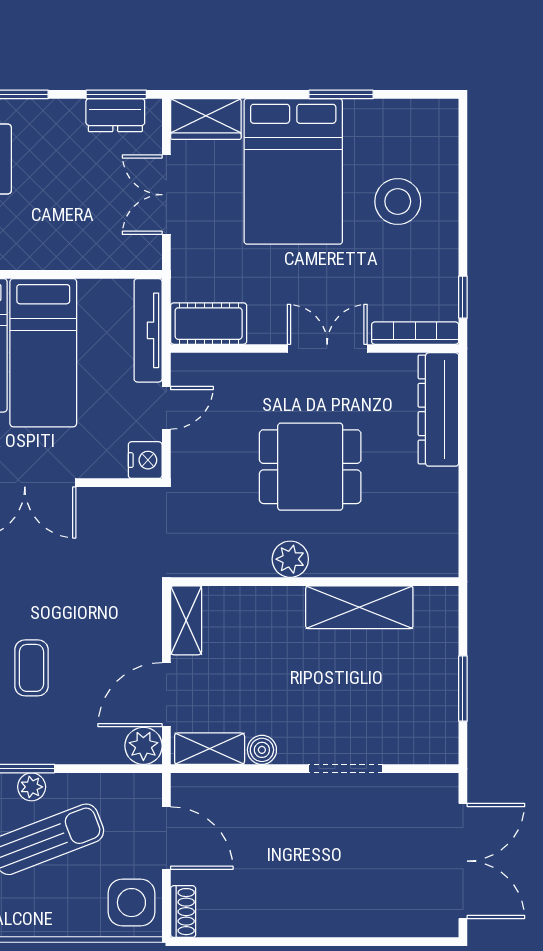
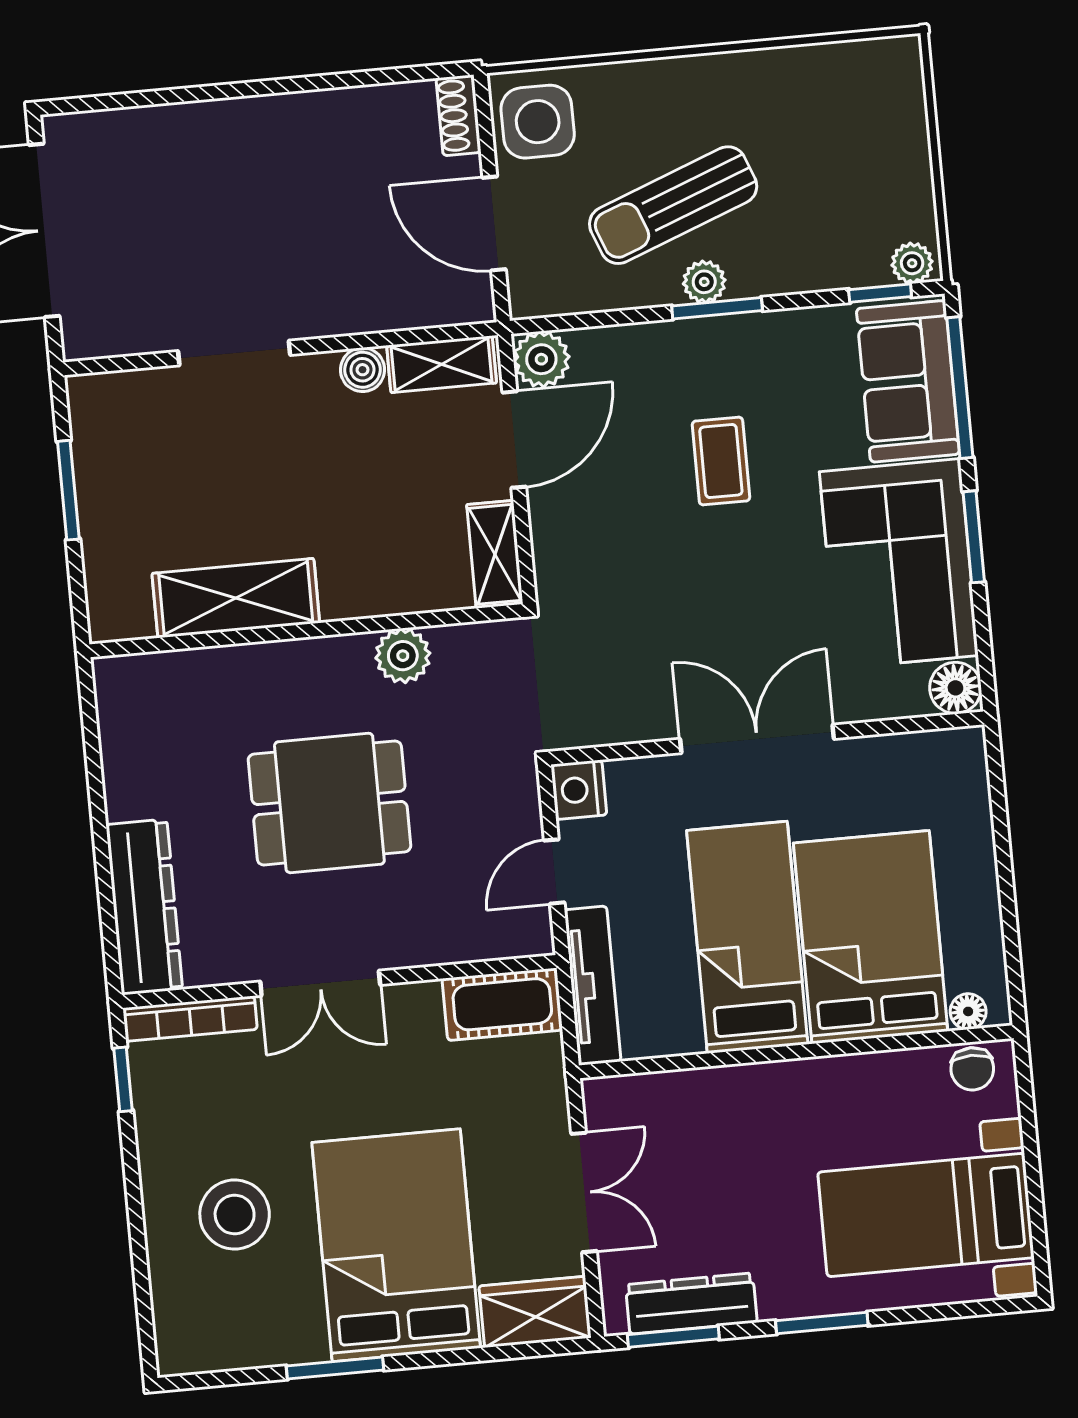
dresser: (115, 115) -> (691, 1303), width x1.44
plant: (290, 559) -> (403, 656), moved

